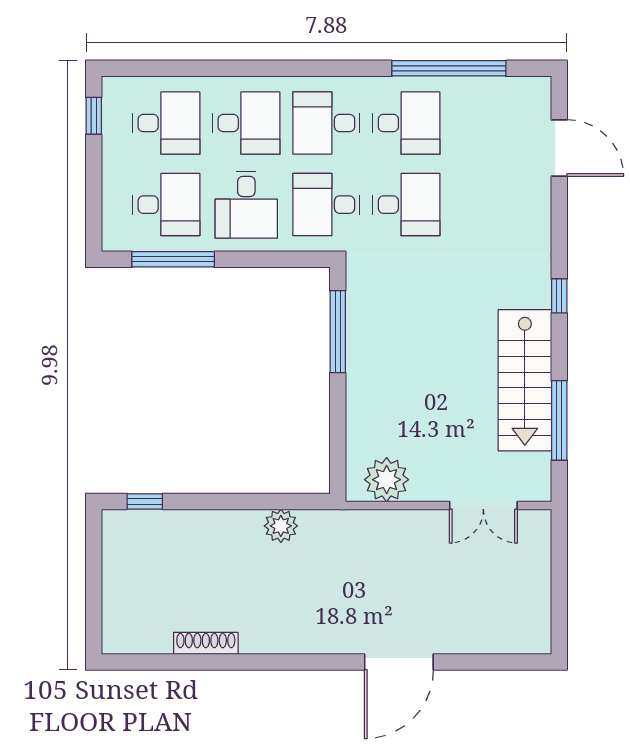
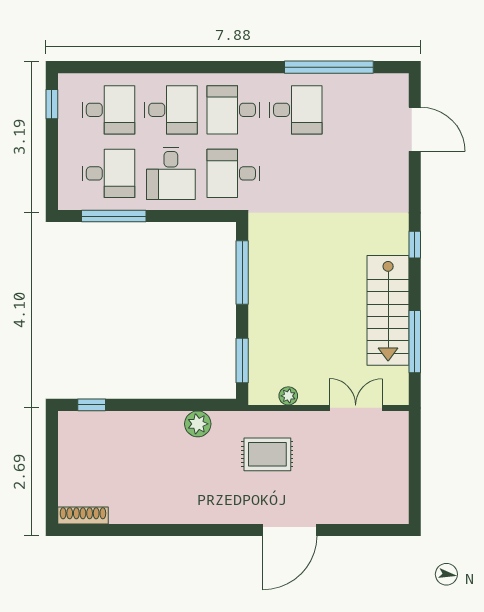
desk: (406, 205) -> (296, 173), removed
window: (338, 445) -> (242, 360), added
plant: (387, 480) -> (288, 396), width x0.53, depth x0.53
double door: (483, 505) -> (356, 408), swing flipped
rug: (370, 565) -> (267, 454), added
shoe rack: (206, 643) -> (83, 515), moved

